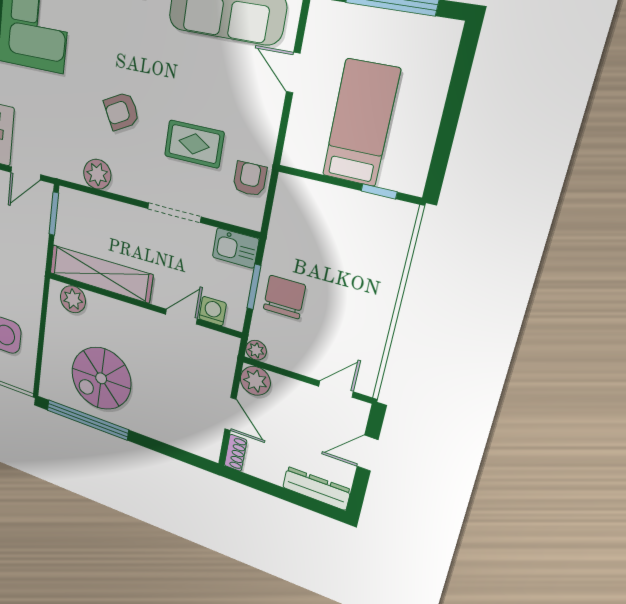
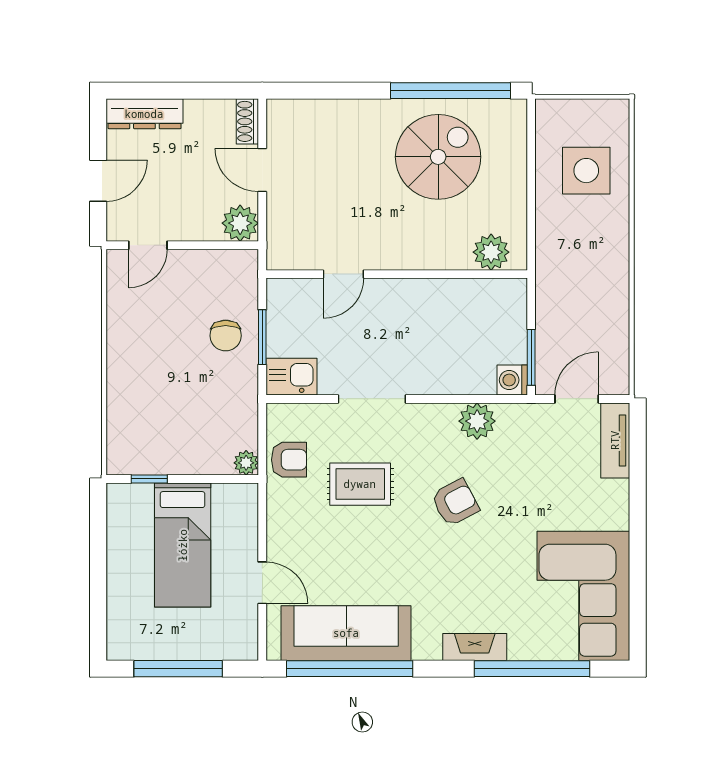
armchair: (250, 179) -> (289, 460), turned -90
shelving: (100, 274) -> (457, 297), removed
chair: (284, 297) -> (226, 336), width x0.73, depth x0.73
washing machine: (213, 311) -> (512, 380), moved, turned 90
plant: (256, 350) -> (246, 463), moved

